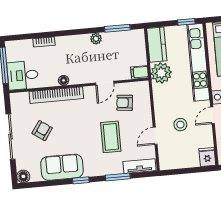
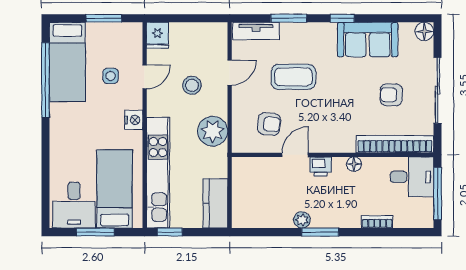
window: (117, 28) -> (320, 232), moved
filing cabinet: (140, 72) -> (244, 166), removed
plant: (161, 73) -> (213, 131), moved
printer: (86, 77) -> (321, 166), added
bookcase: (56, 95) -> (395, 144), moved
door: (212, 115) -> (145, 77), moved
armchair: (42, 131) -> (391, 95), turned 55
coffee table: (111, 137) -> (293, 77), turned 90

